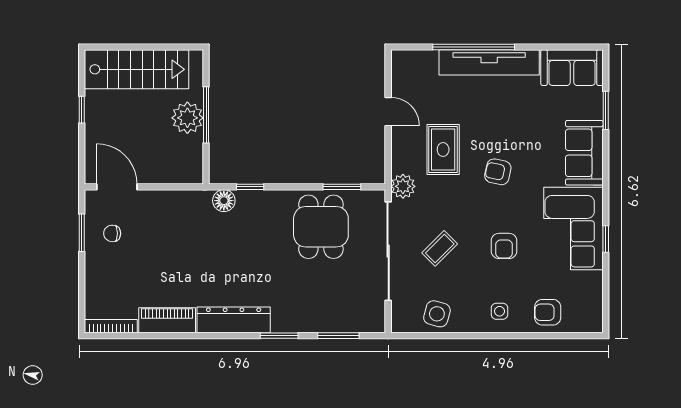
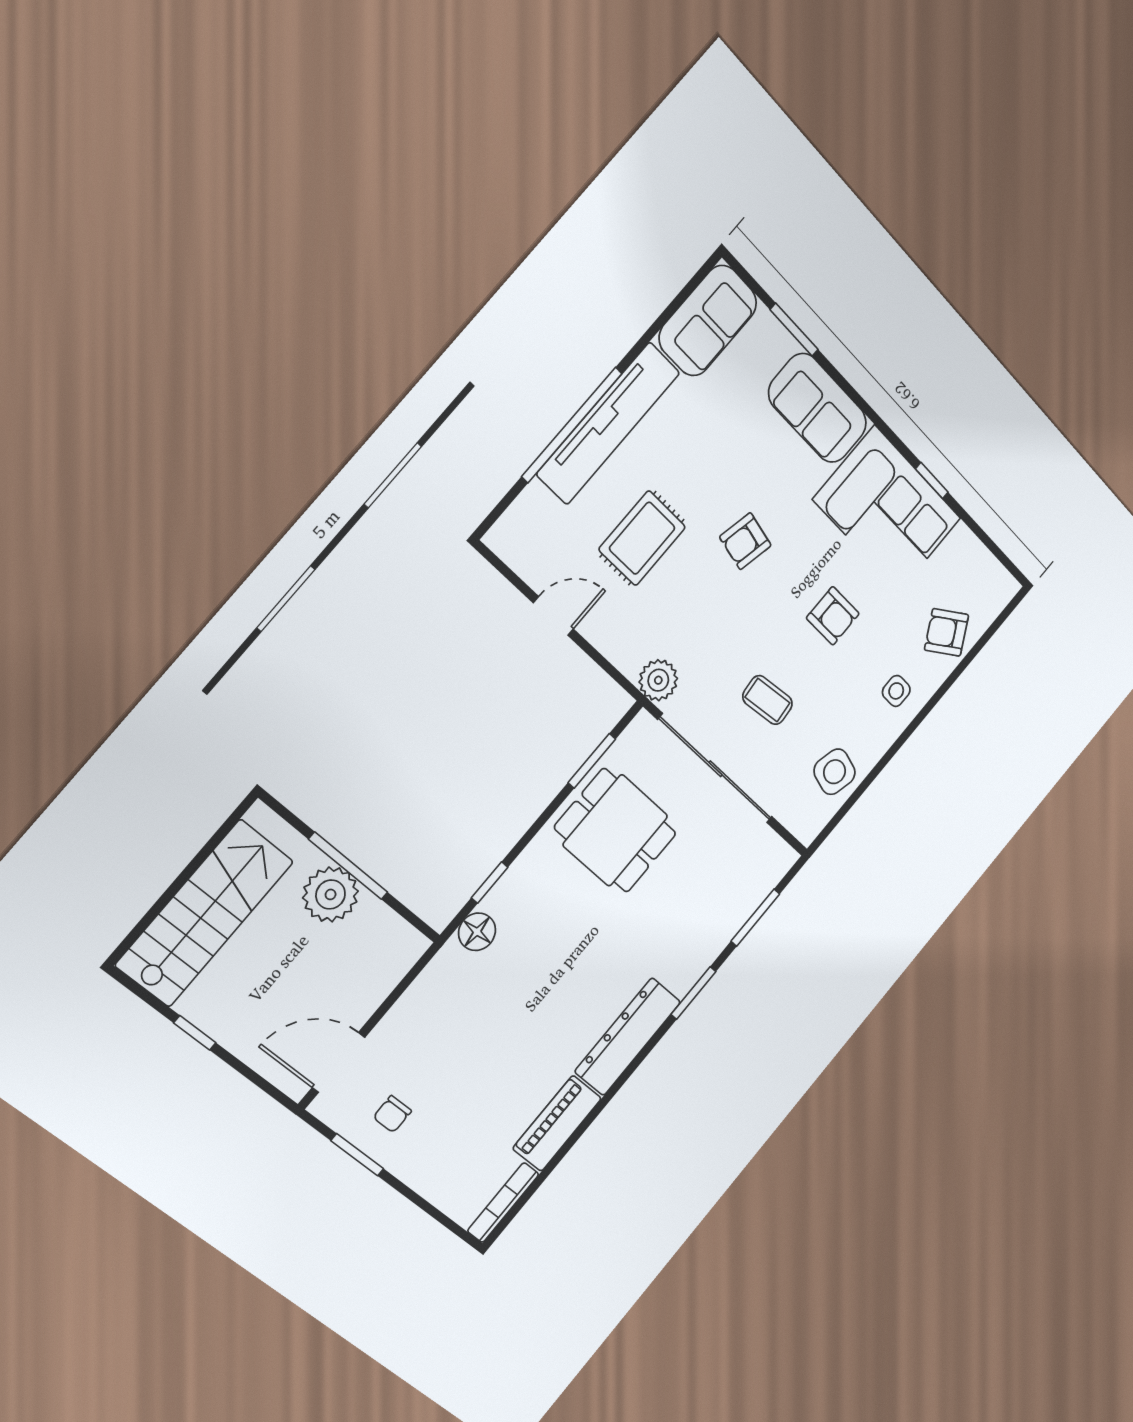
rug: (443, 149) -> (642, 538), moved, turned 90
coffee table: (440, 248) -> (767, 700), turned -51
armchair: (548, 312) -> (947, 632), turned 58

